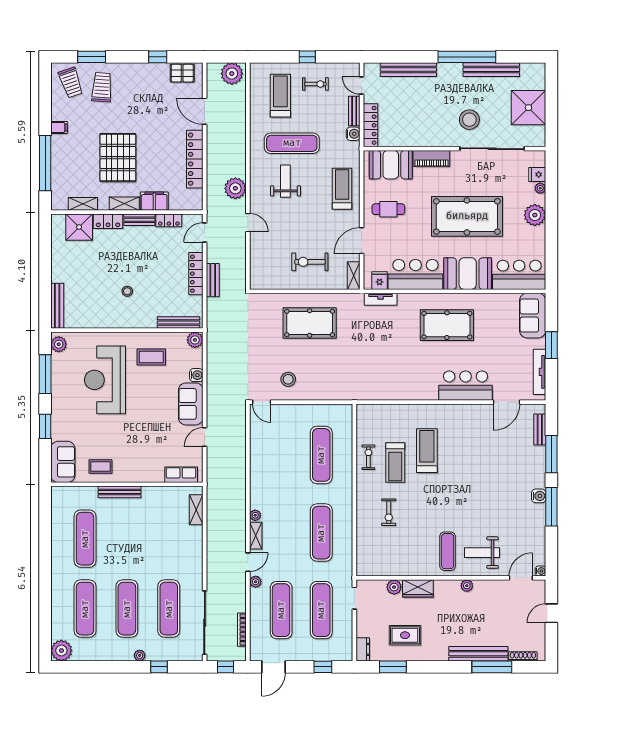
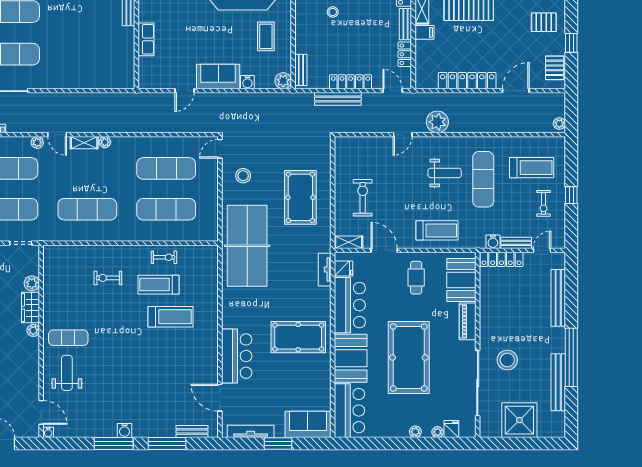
plant: (232, 74) -> (559, 124), width x0.53, depth x0.53
pallet: (137, 84) -> (544, 22), added
filing cabinet: (154, 201) -> (424, 32), width x0.50
plant: (535, 215) -> (415, 432), width x0.53, depth x0.53
bench: (213, 280) -> (338, 99), width x1.36
bench: (179, 323) -> (301, 70), width x0.73
pool table: (447, 325) -> (298, 337), turned 90
table tennis table: (357, 375) -> (247, 246), added
door: (205, 437) -> (185, 91), swing flipped
exercise mat: (281, 455) -> (166, 168), added
row of seats: (181, 475) -> (146, 39), moved
shelving: (196, 510) -> (110, 82), removed
plant: (467, 586) -> (33, 330), moved

